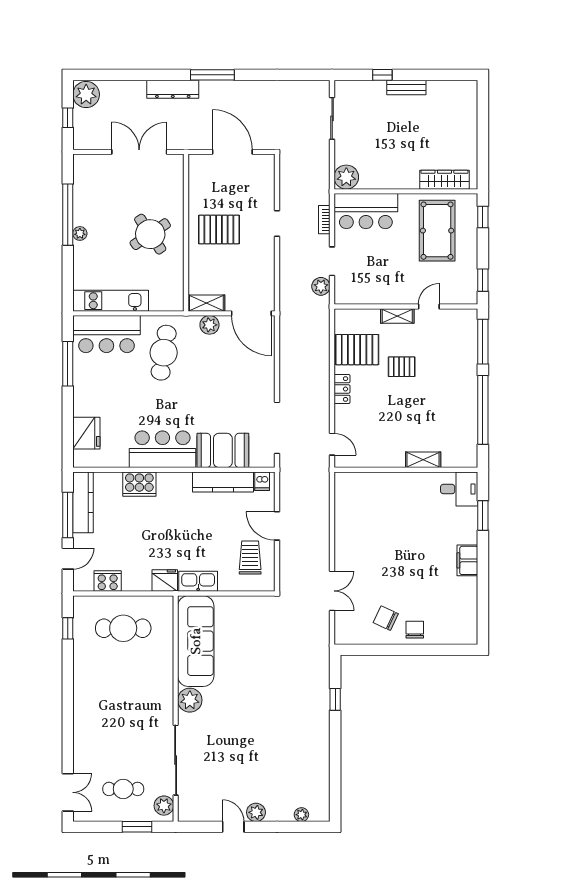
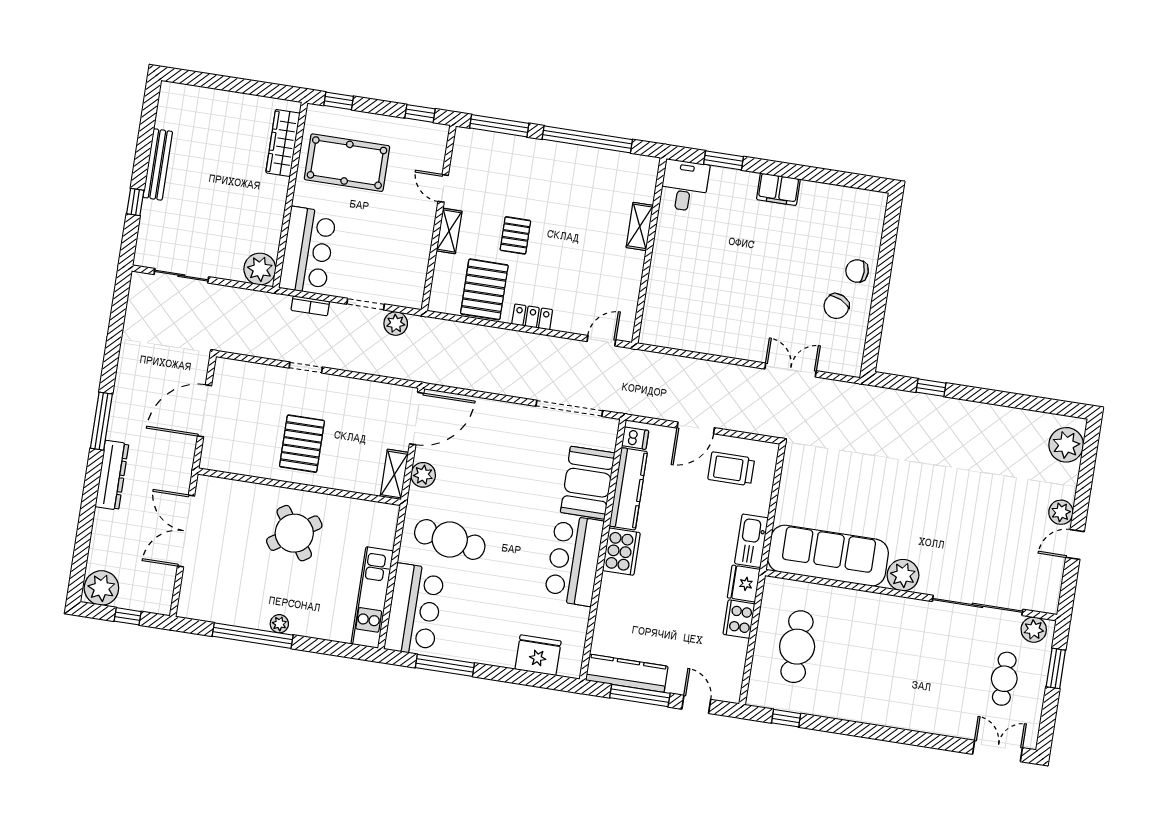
bench: (406, 87) -> (158, 164), width x1.36
cooker: (139, 484) -> (621, 552), moved
cooker: (108, 581) -> (739, 619), moved
plant: (301, 815) -> (1066, 445), width x1.88, depth x1.88

